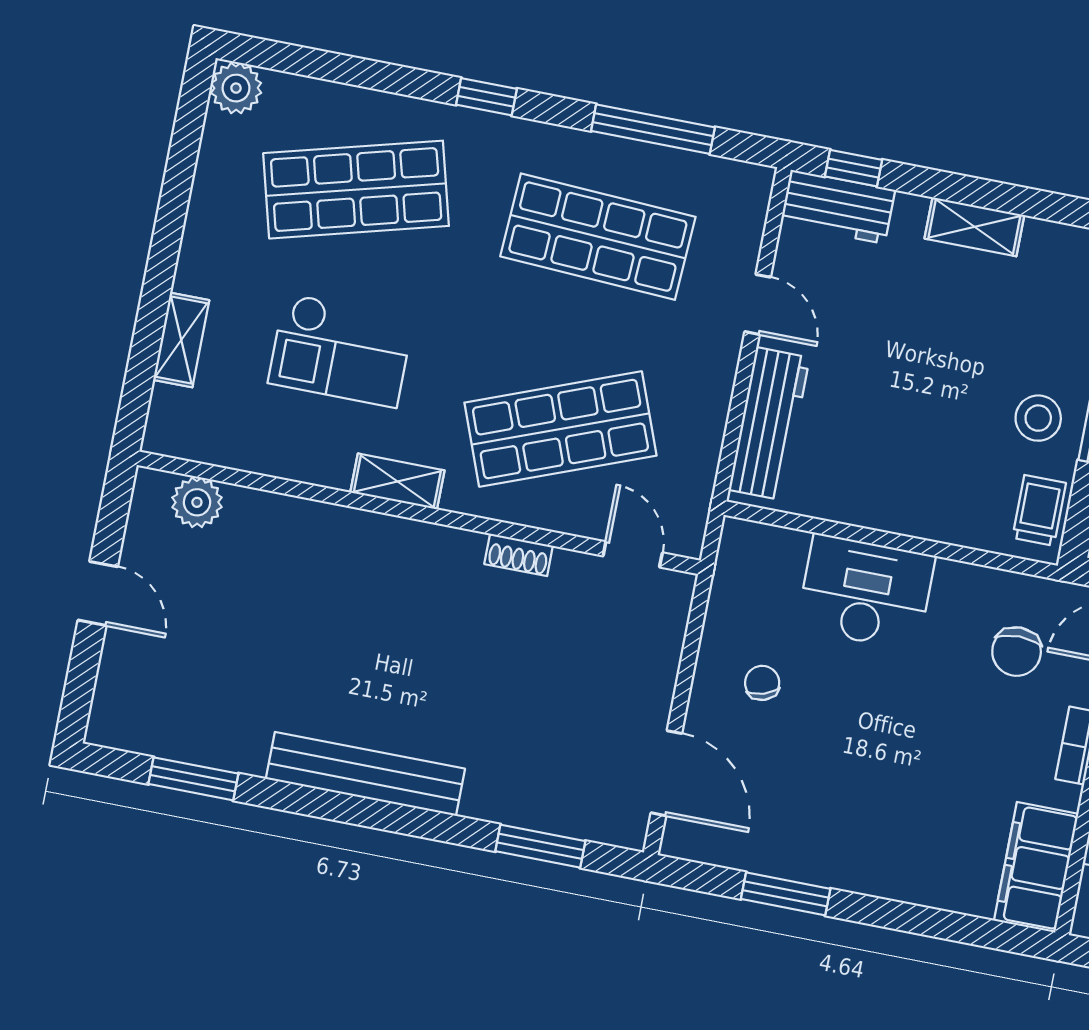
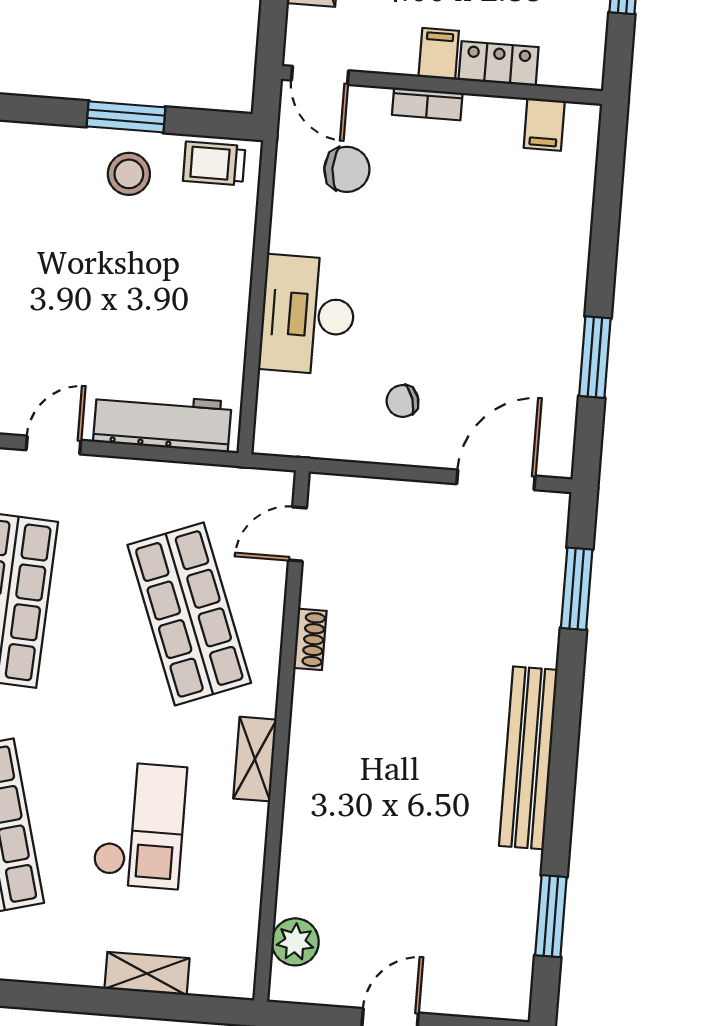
filing cabinet: (1036, 867) -> (544, 124), width x0.33, depth x0.86

